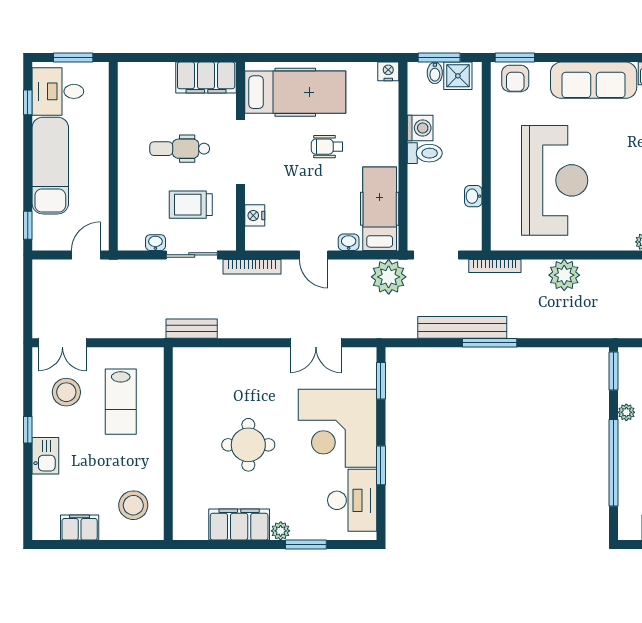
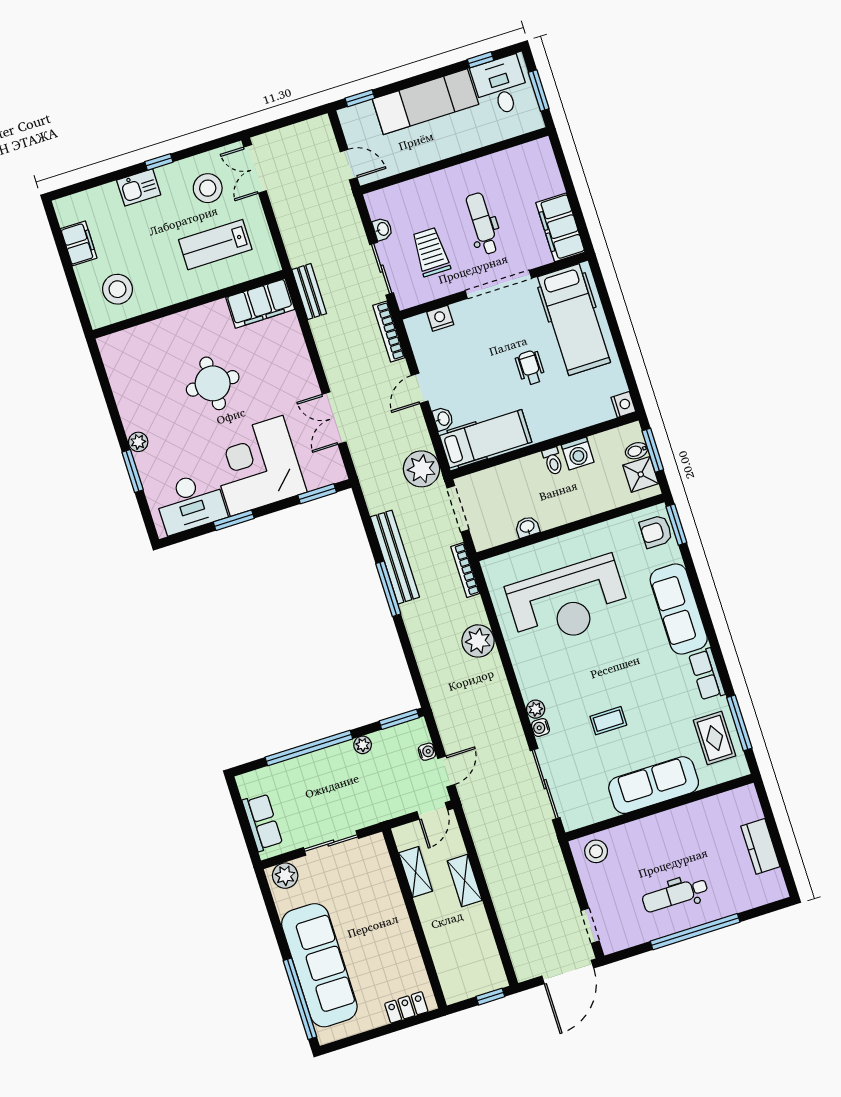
toilet: (425, 153) -> (553, 461), width x0.73, depth x0.72
filing cabinet: (239, 524) -> (260, 303), moved, turned 90

